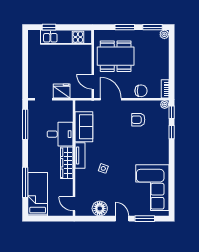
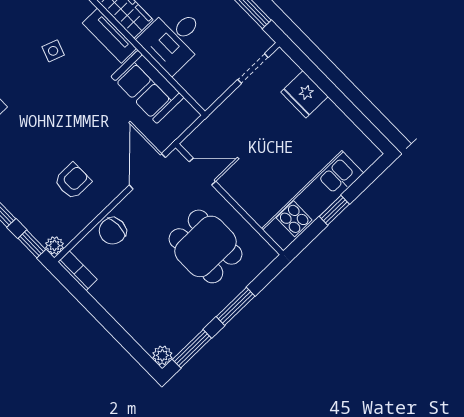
window: (49, 27) -> (334, 210), moved
dining table: (116, 56) -> (205, 246), width x0.73
fridge: (62, 91) -> (304, 94), moved, turned 90
door: (111, 99) -> (147, 171), swing flipped

